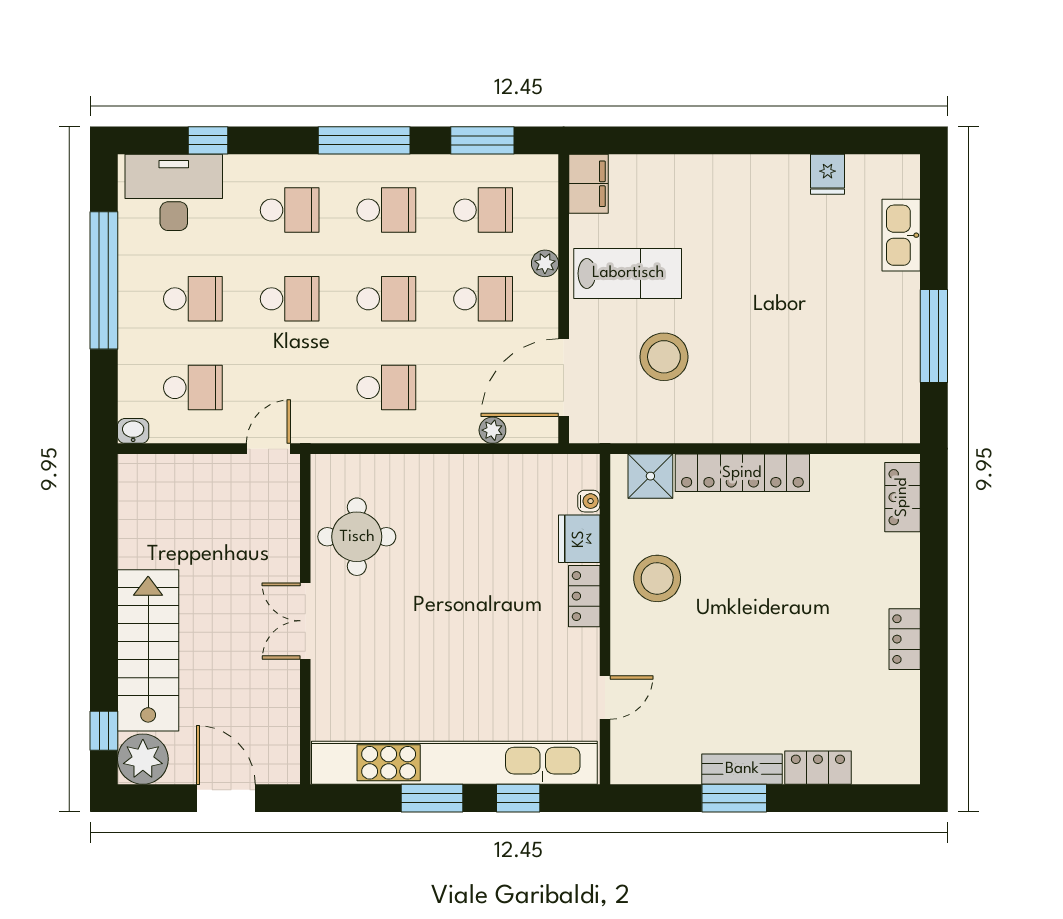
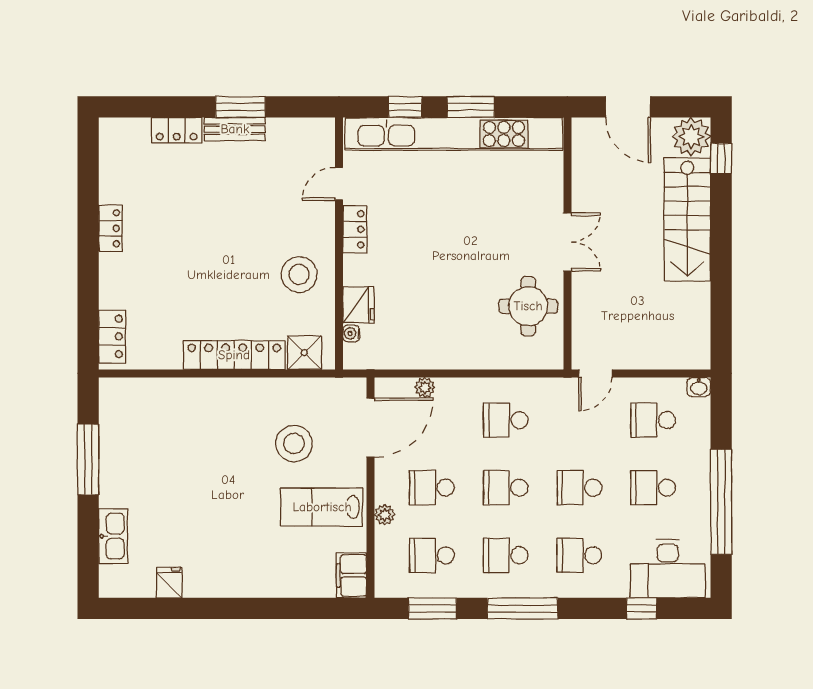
locker: (584, 596) -> (355, 229), moved

